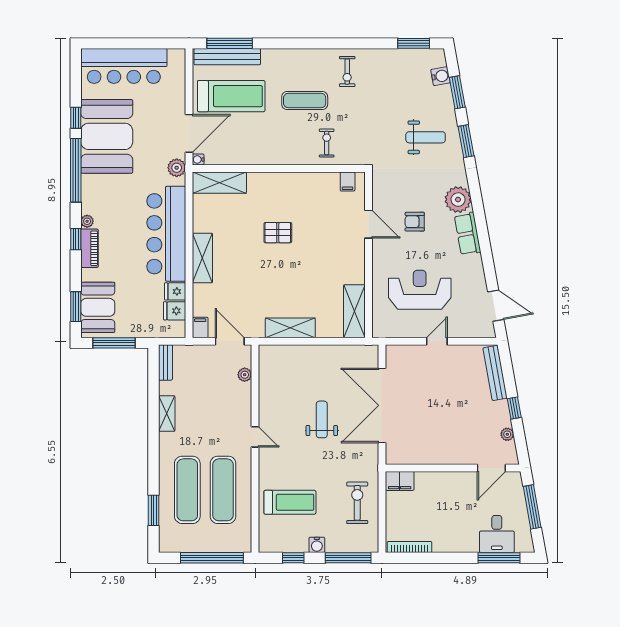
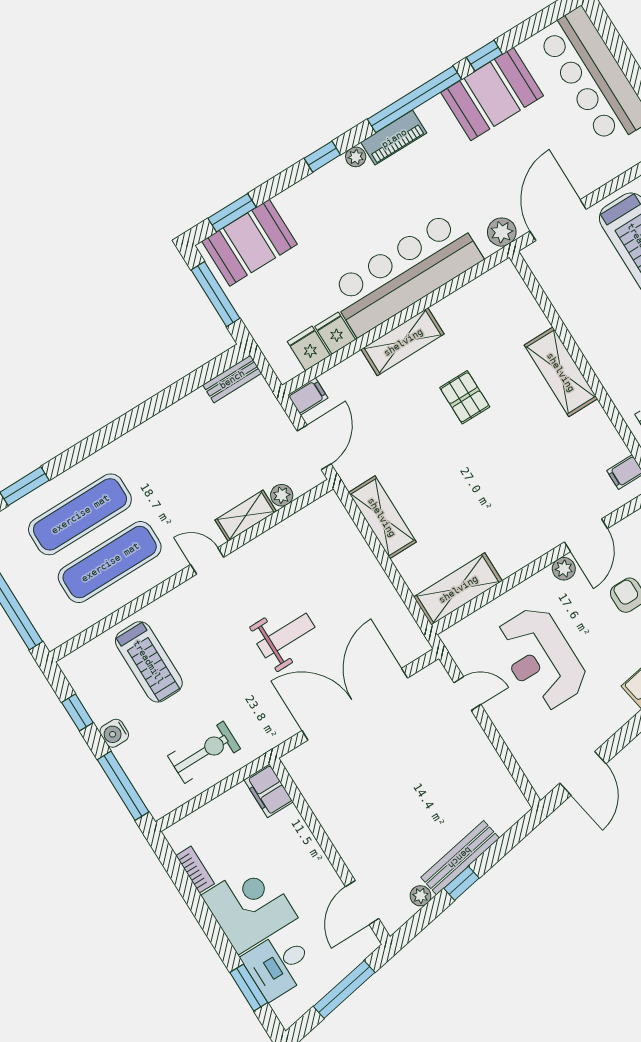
door: (189, 133) -> (558, 220), swing flipped
booth: (107, 136) -> (492, 94), width x0.73, depth x0.70
water cooler: (198, 160) -> (531, 254), removed
shelving: (219, 183) -> (561, 372), moved
pallet: (278, 233) -> (465, 397), moved
plant: (379, 247) -> (564, 569), added
piano: (89, 248) -> (394, 138), moved
reception desk: (420, 290) -> (541, 658), turned 180
door: (437, 341) -> (467, 694), moved
bench: (495, 373) -> (460, 858), moved
shelving: (167, 414) -> (246, 516), moved
door: (255, 437) -> (207, 561), swing flipped
door: (491, 468) -> (362, 903), hinge flipped
corner desk: (456, 530) -> (249, 906), added
bookcase: (409, 547) -> (195, 870), width x0.64
window: (499, 558) -> (249, 988), width x0.69

